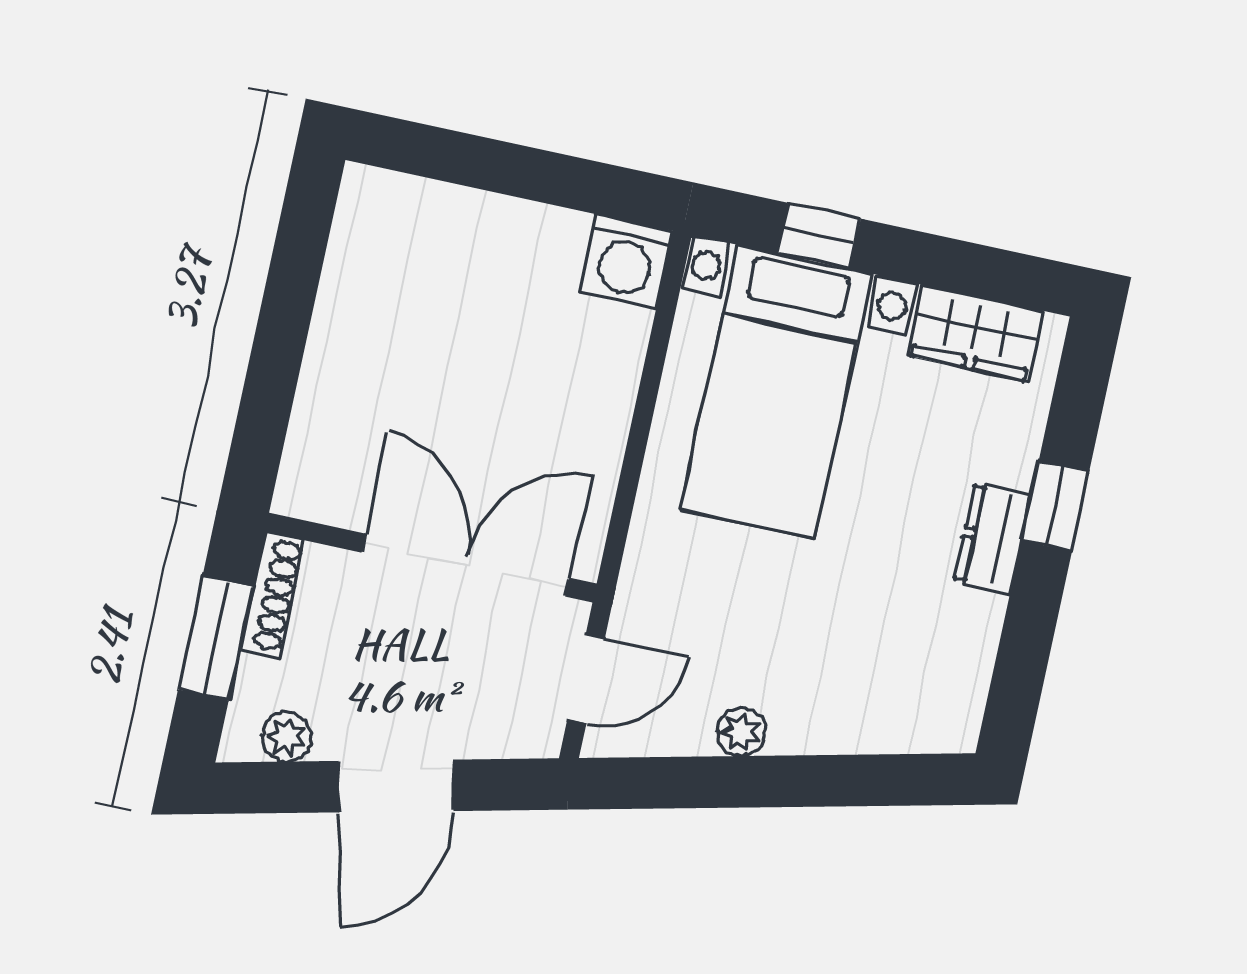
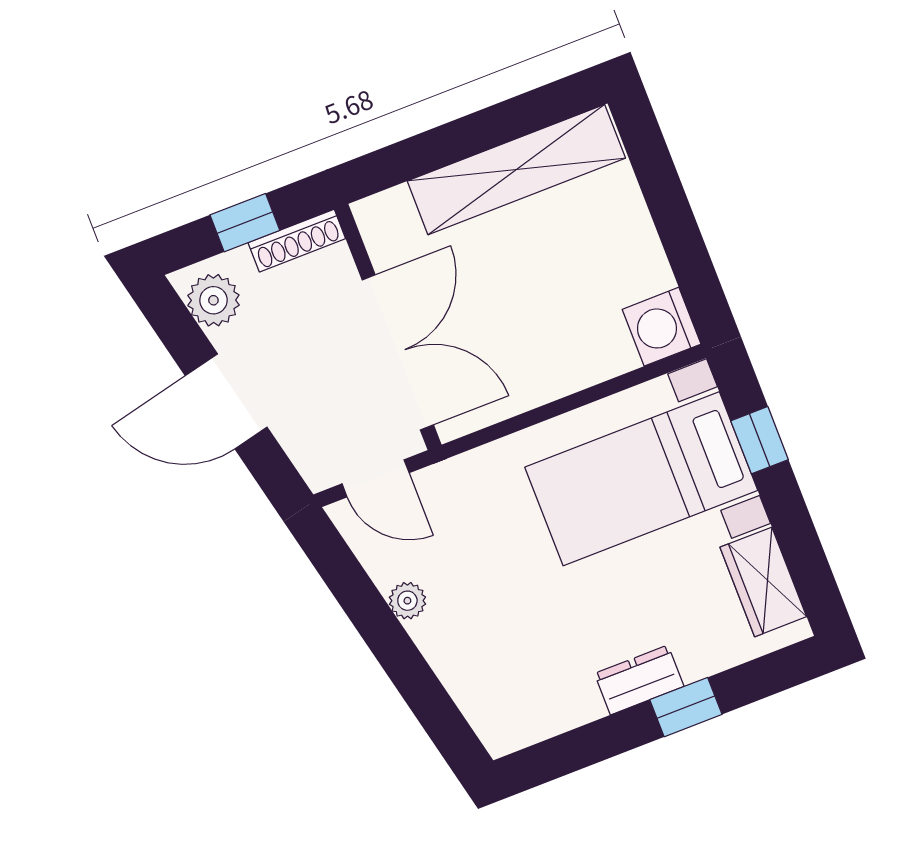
shelving: (352, 306) -> (516, 170), added
window: (216, 638) -> (245, 223), width x0.67
plant: (287, 737) -> (213, 300), width x1.38, depth x1.38

